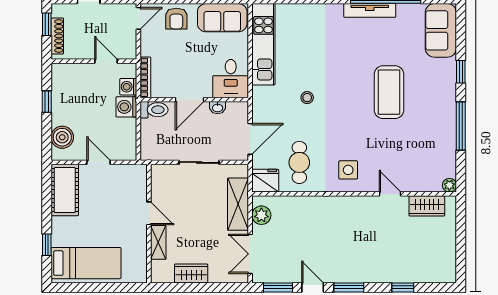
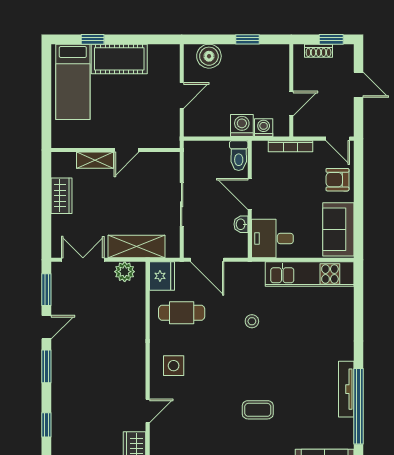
shoe rack: (57, 36) -> (319, 51), width x0.70
bookcase: (145, 77) -> (291, 146), moved
coffee table: (389, 92) -> (258, 410), width x0.54, depth x0.58
cot: (65, 190) -> (119, 59), moved

